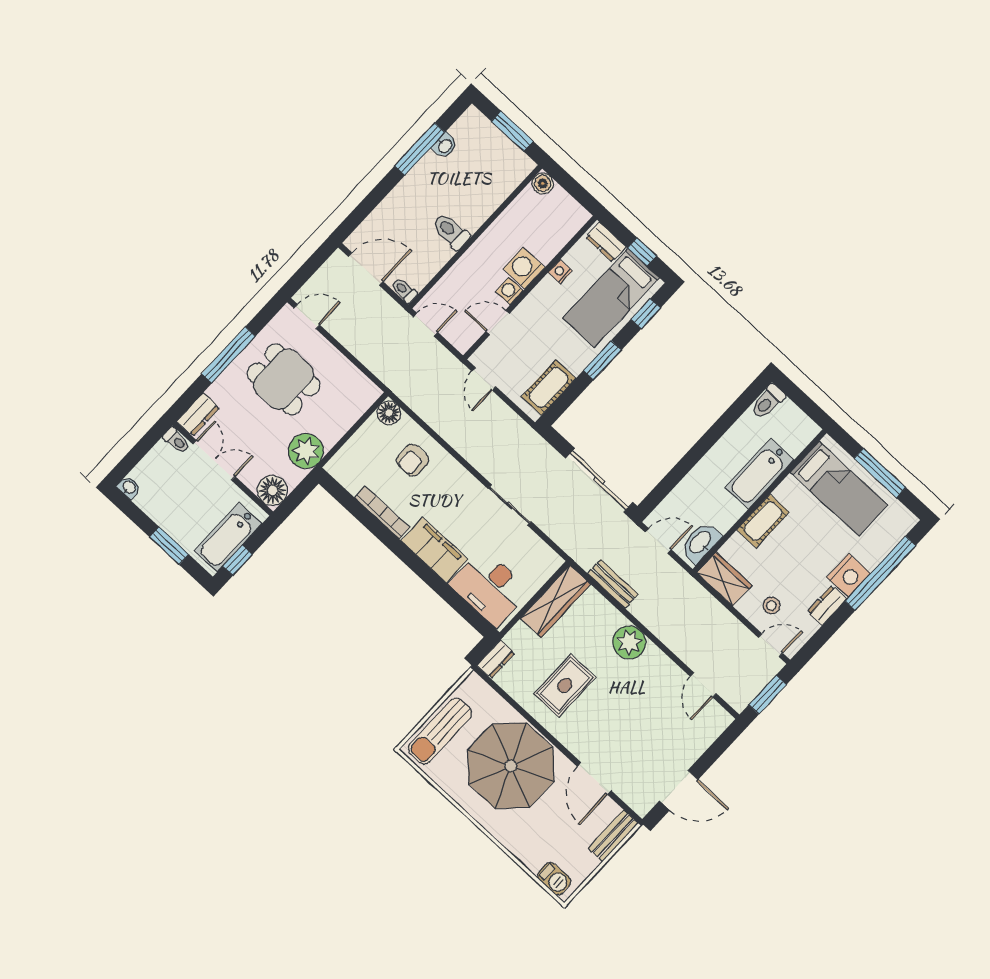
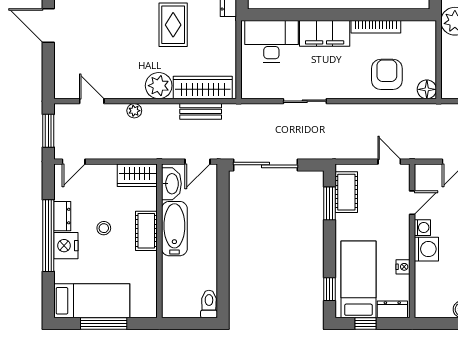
window: (602, 360) -> (330, 203), moved
armchair: (413, 460) -> (387, 74), width x1.38, depth x1.38
bathtub: (760, 474) -> (174, 229), moved
bed: (839, 489) -> (92, 301), moved, turned 180
window: (880, 573) -> (48, 236), moved
wardrobe: (555, 601) -> (203, 88), moved, turned 90
stool: (771, 605) -> (104, 228), moved
plant: (673, 640) -> (134, 111), added
door: (679, 790) -> (48, 26), hinge flipped

